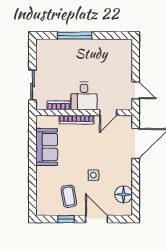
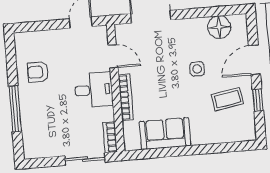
armchair: (101, 55) -> (38, 72), added
bookcase: (59, 105) -> (110, 137), moved

